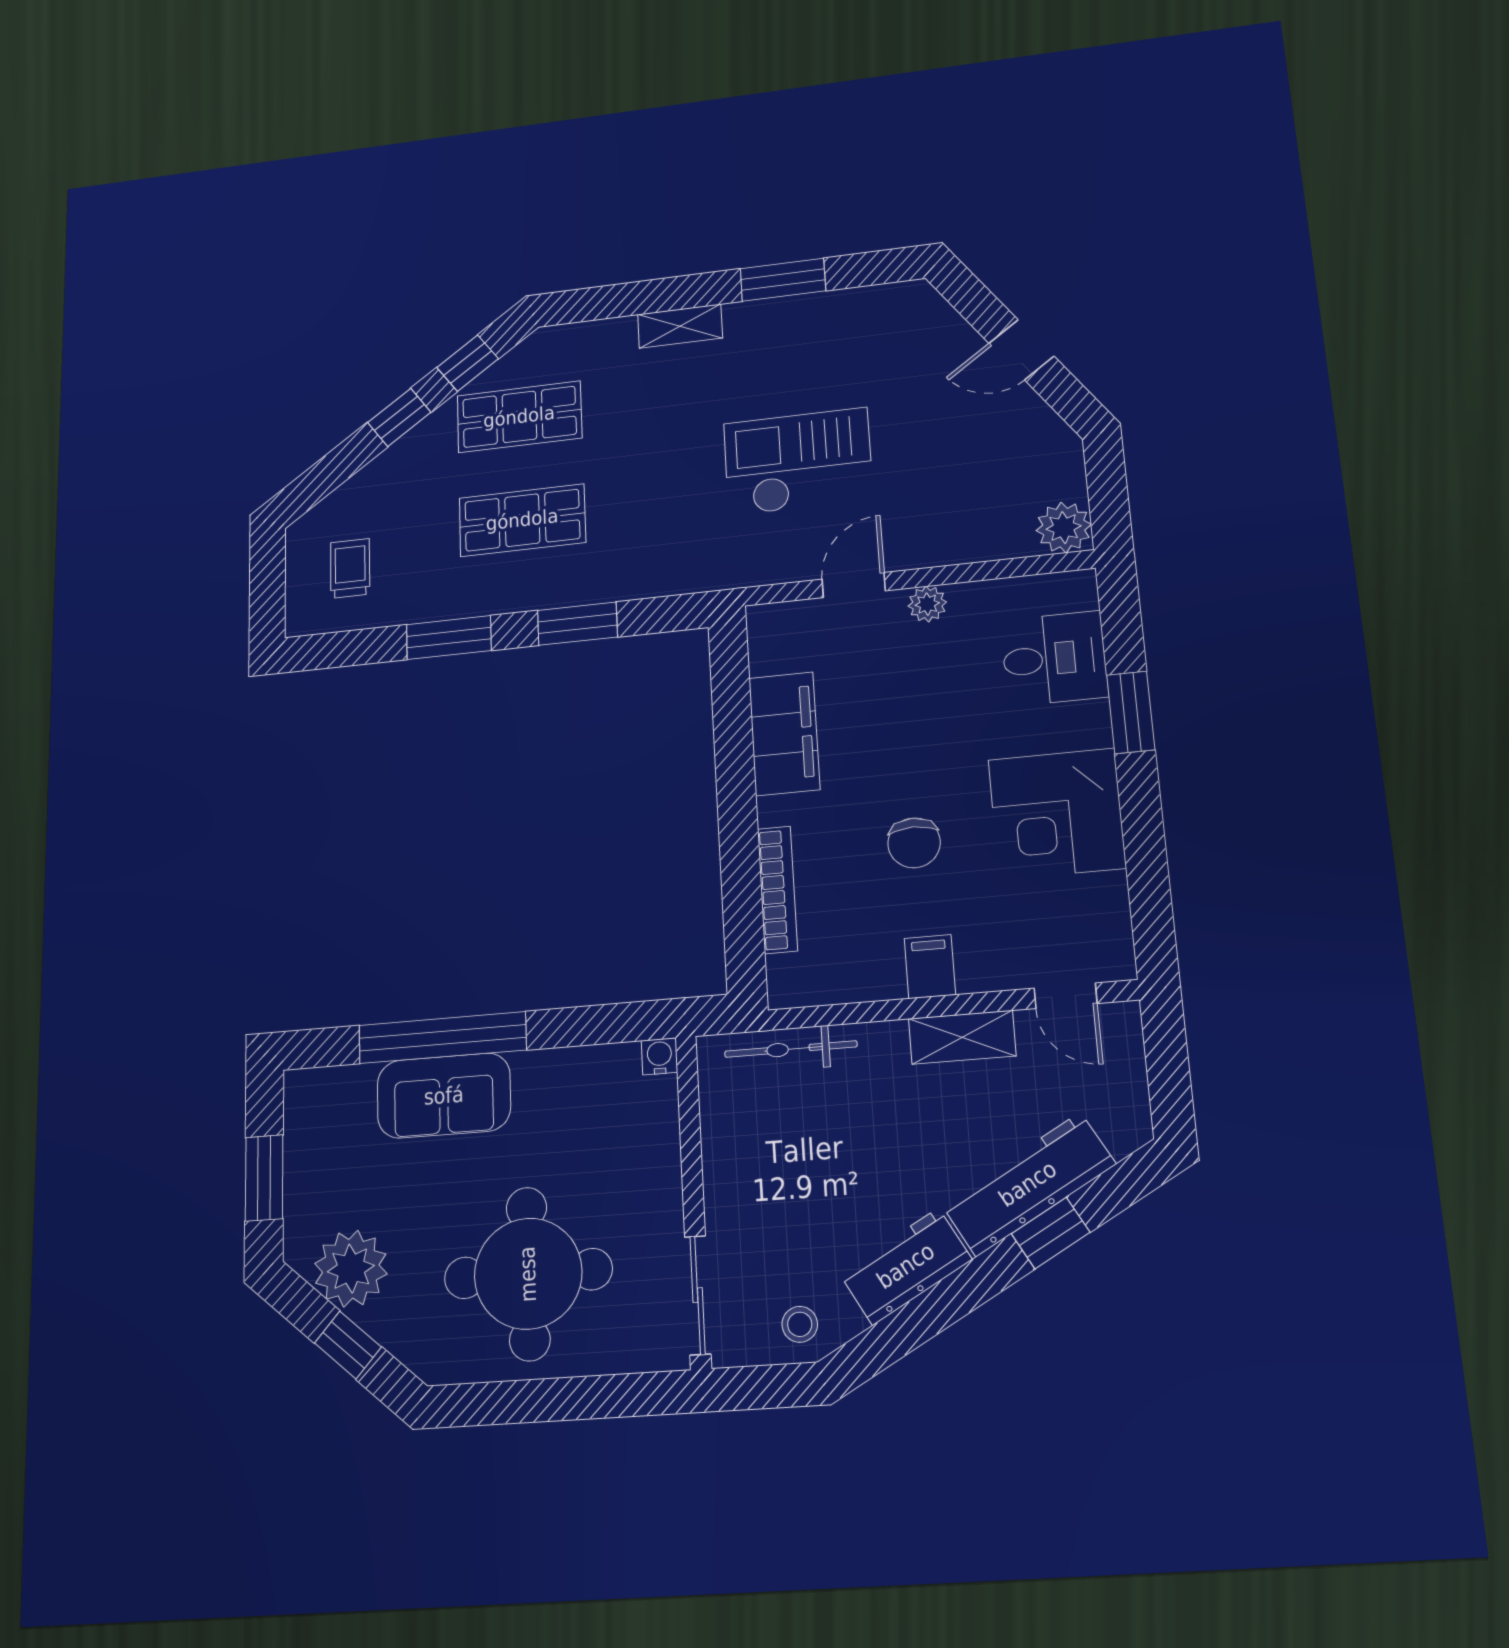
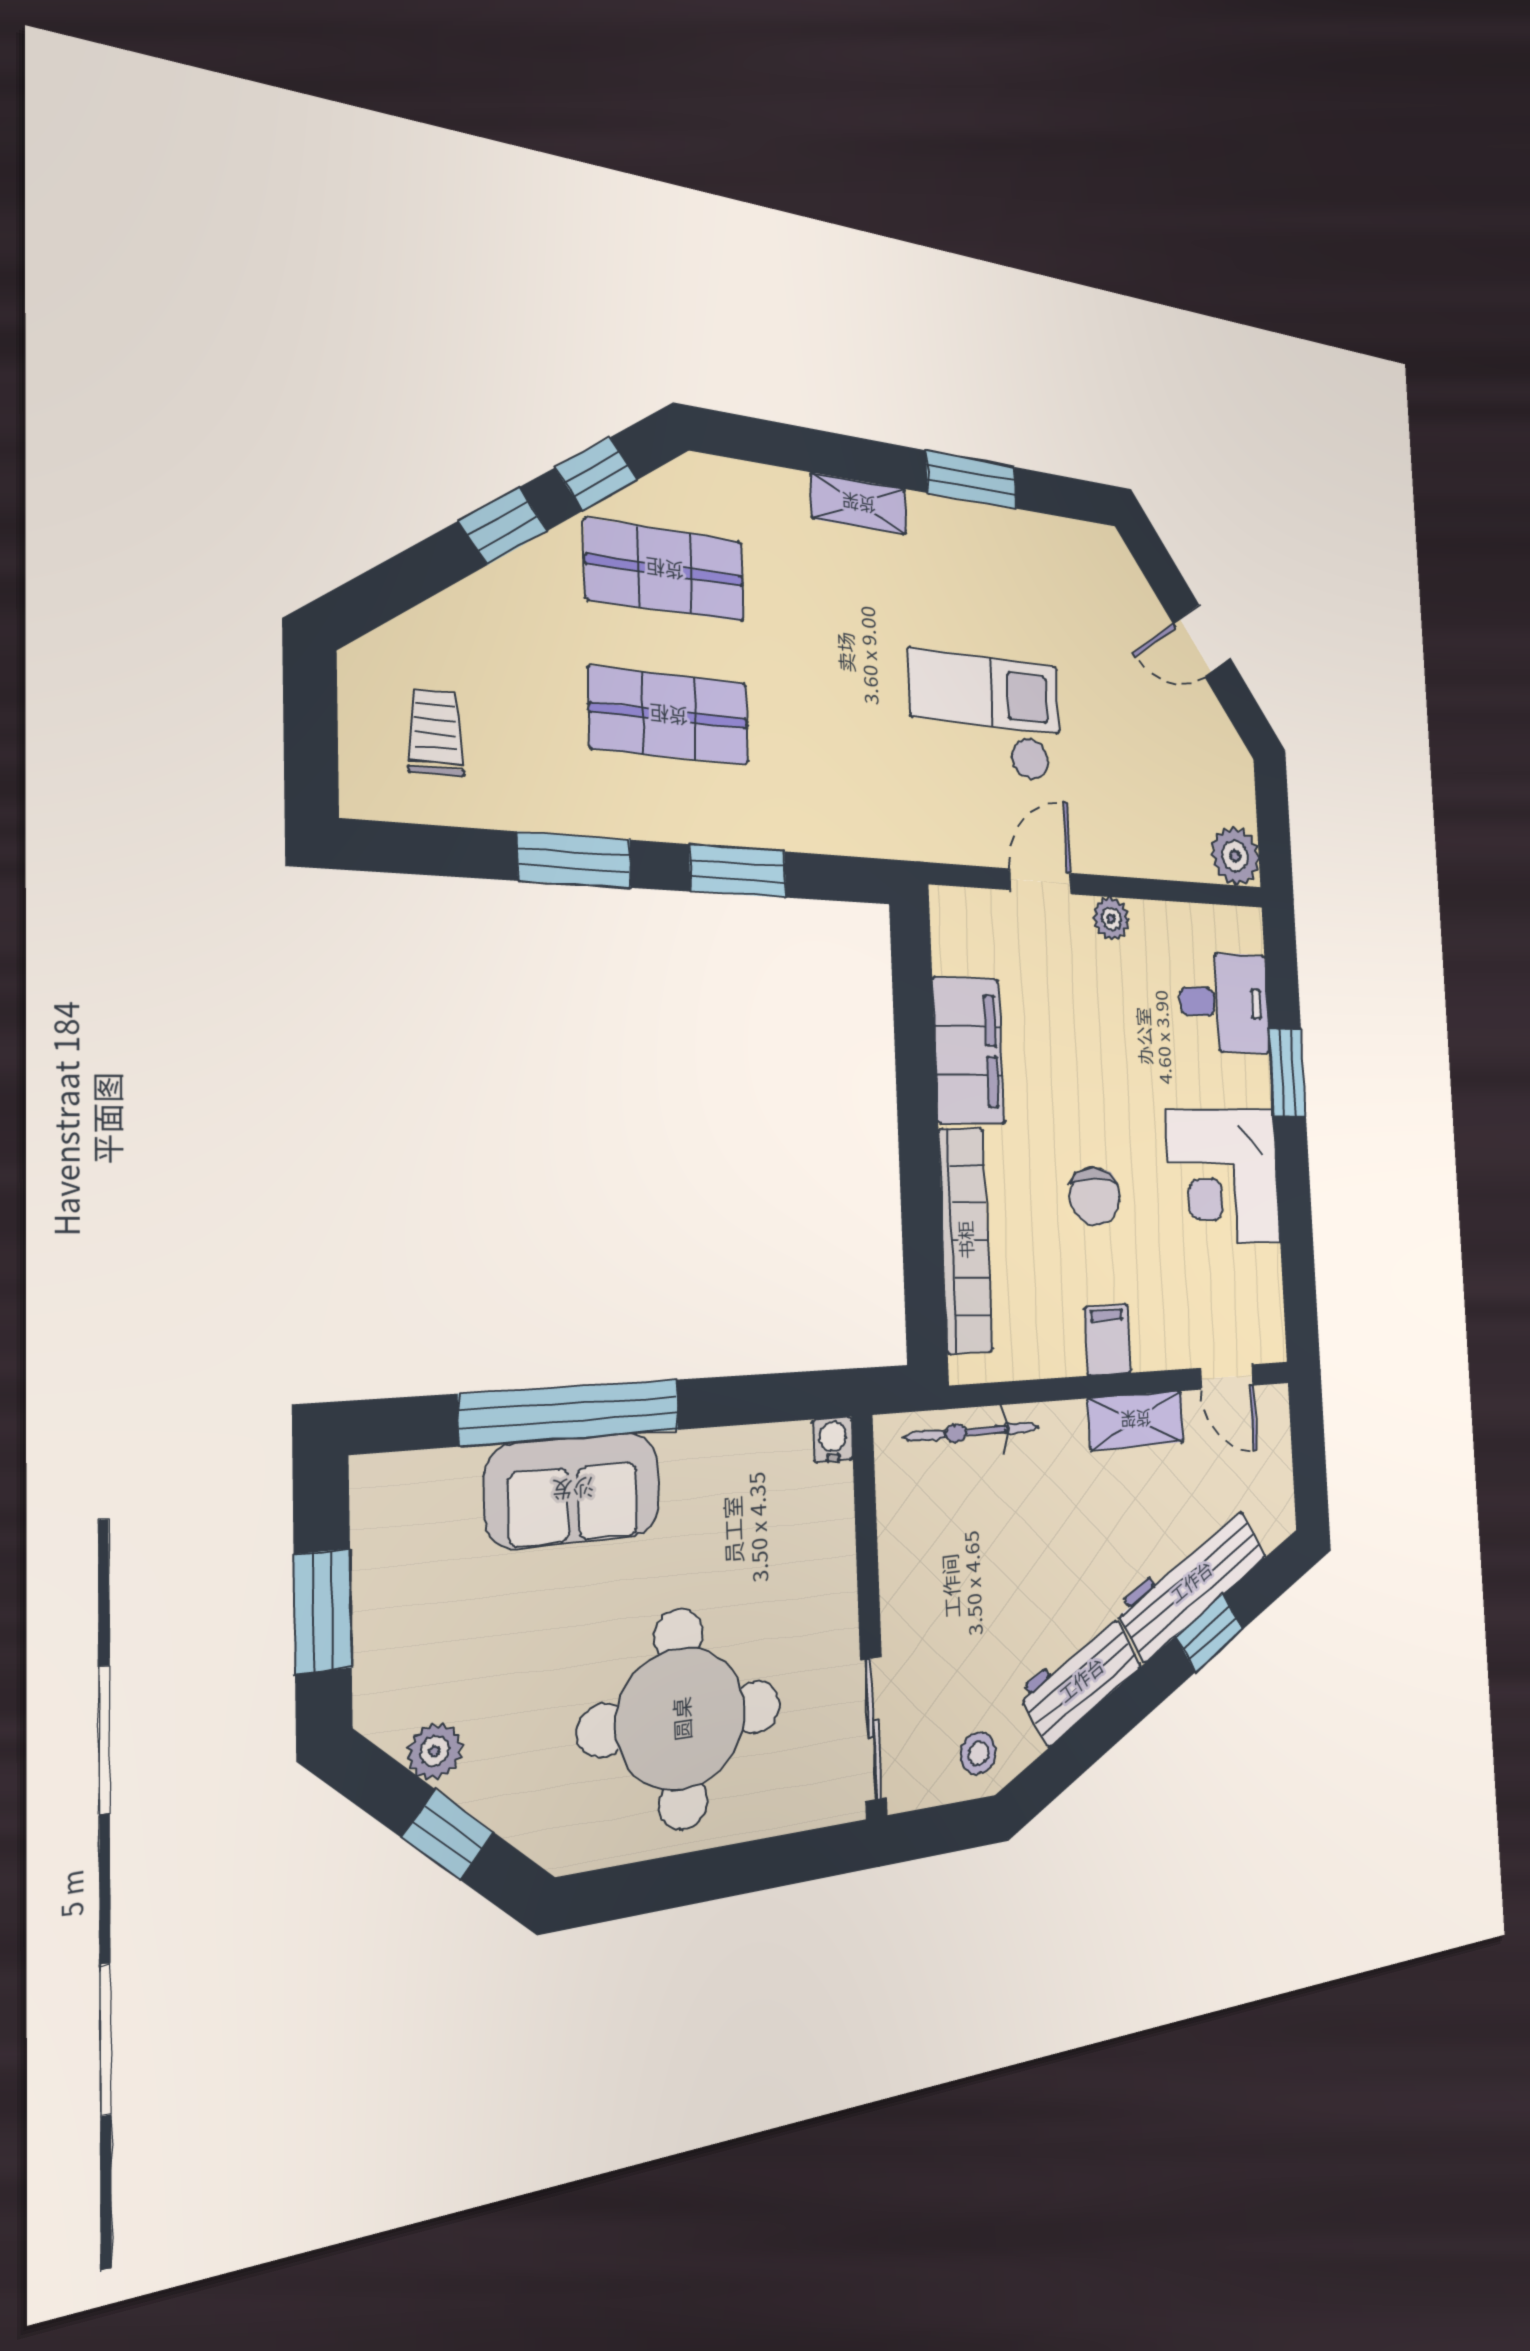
bookcase: (777, 890) -> (965, 1240), width x1.48, depth x1.31
plant: (351, 1269) -> (435, 1751), width x0.53, depth x0.53

